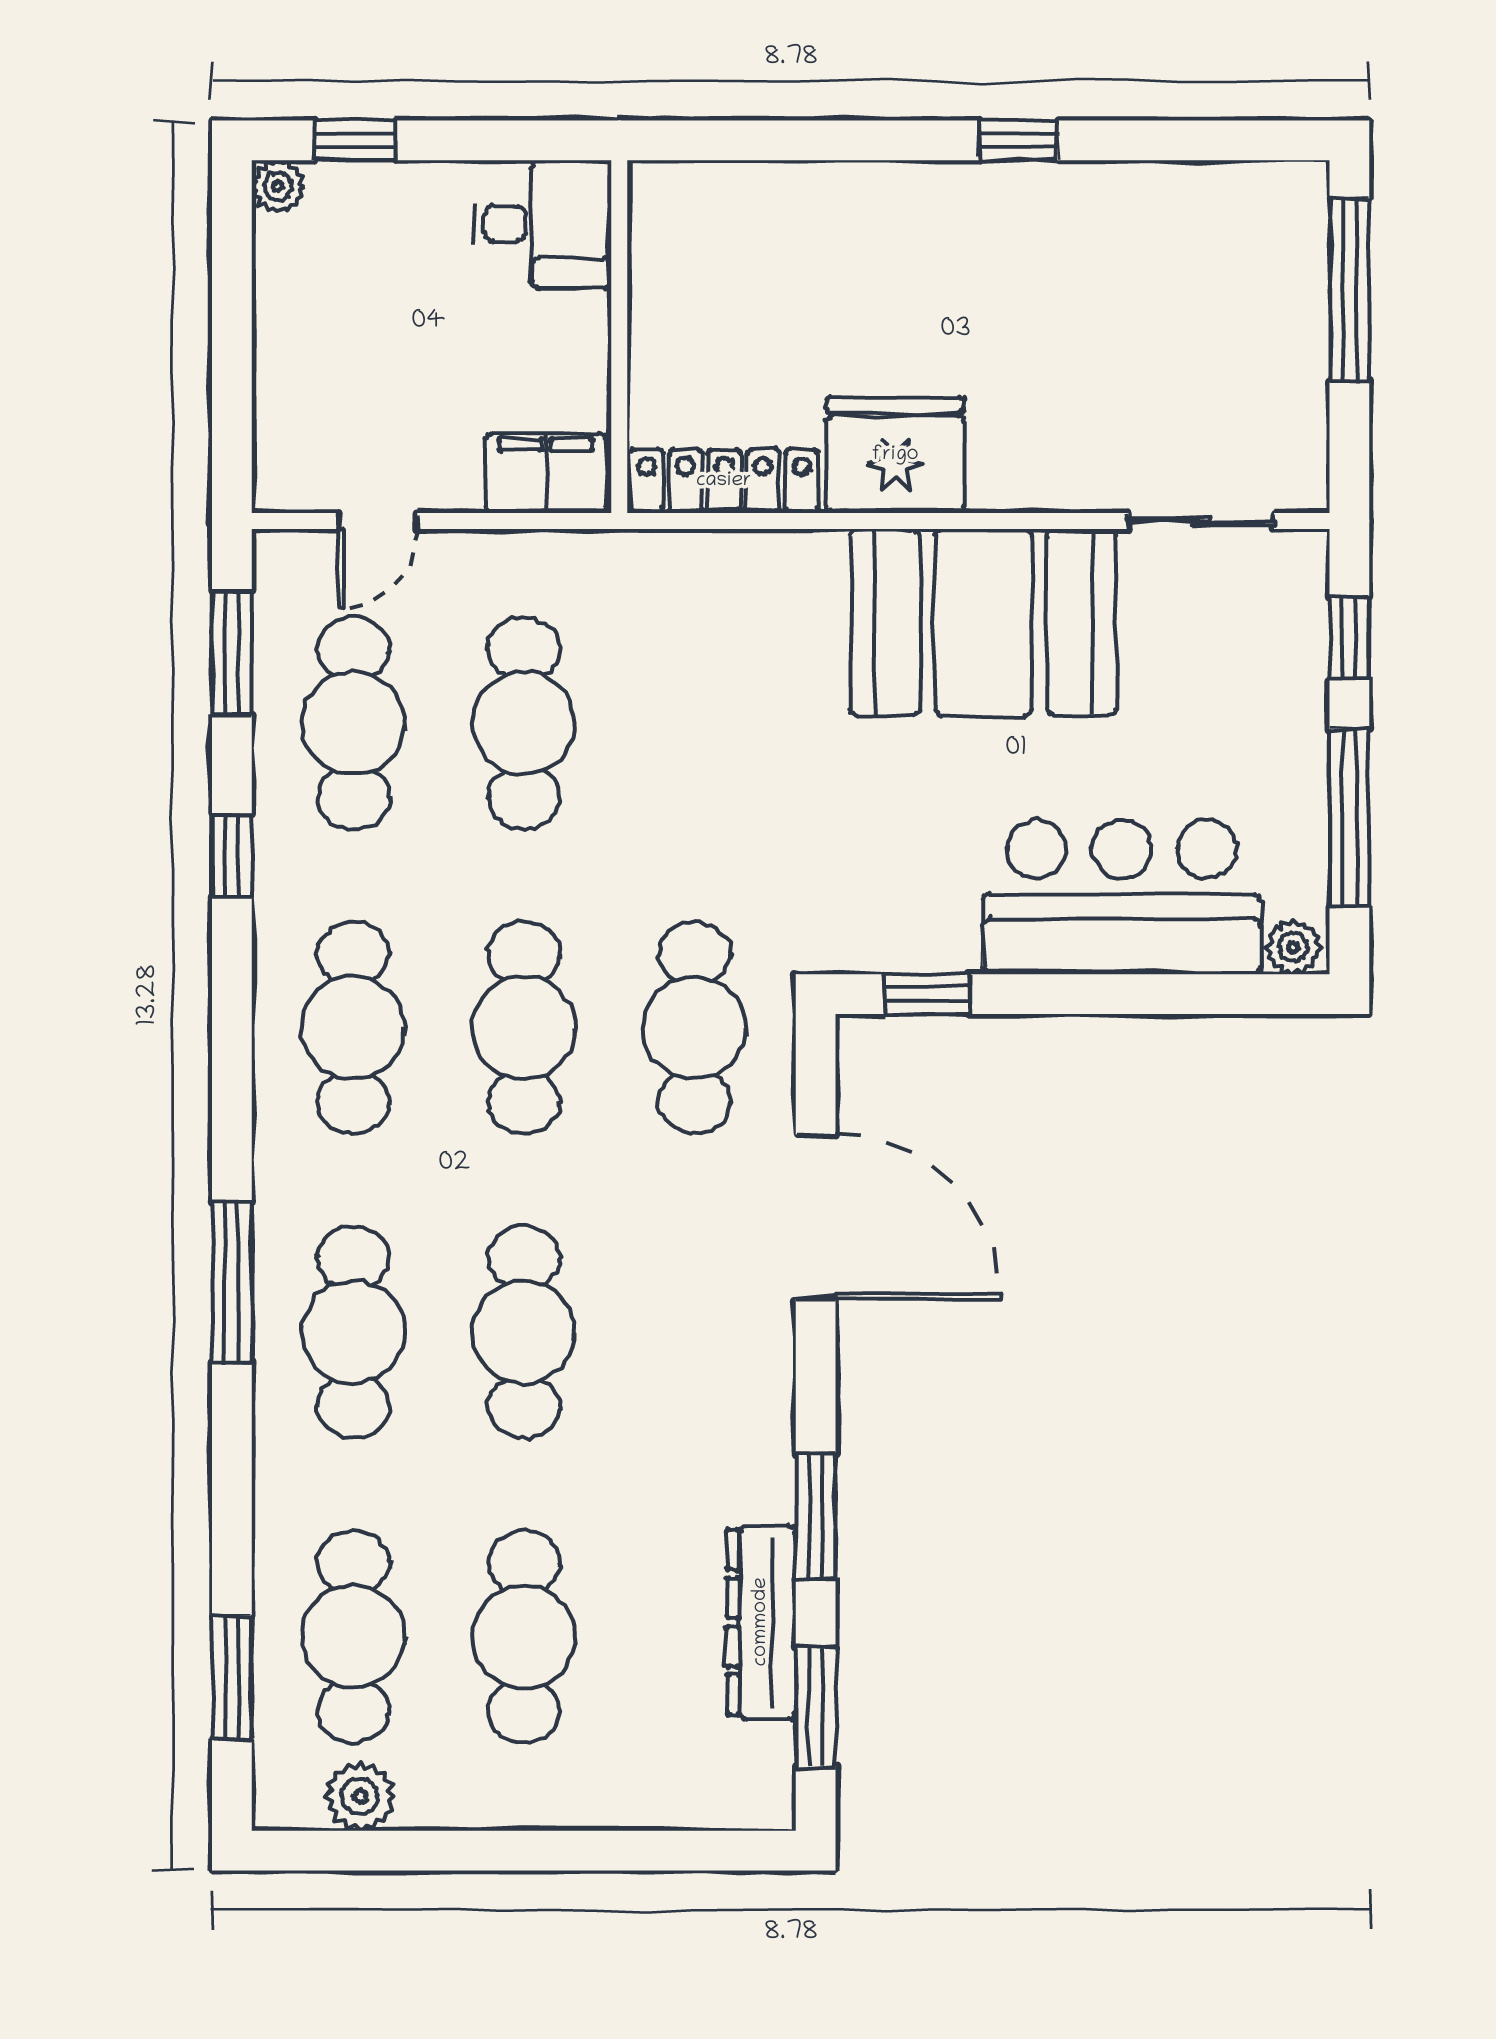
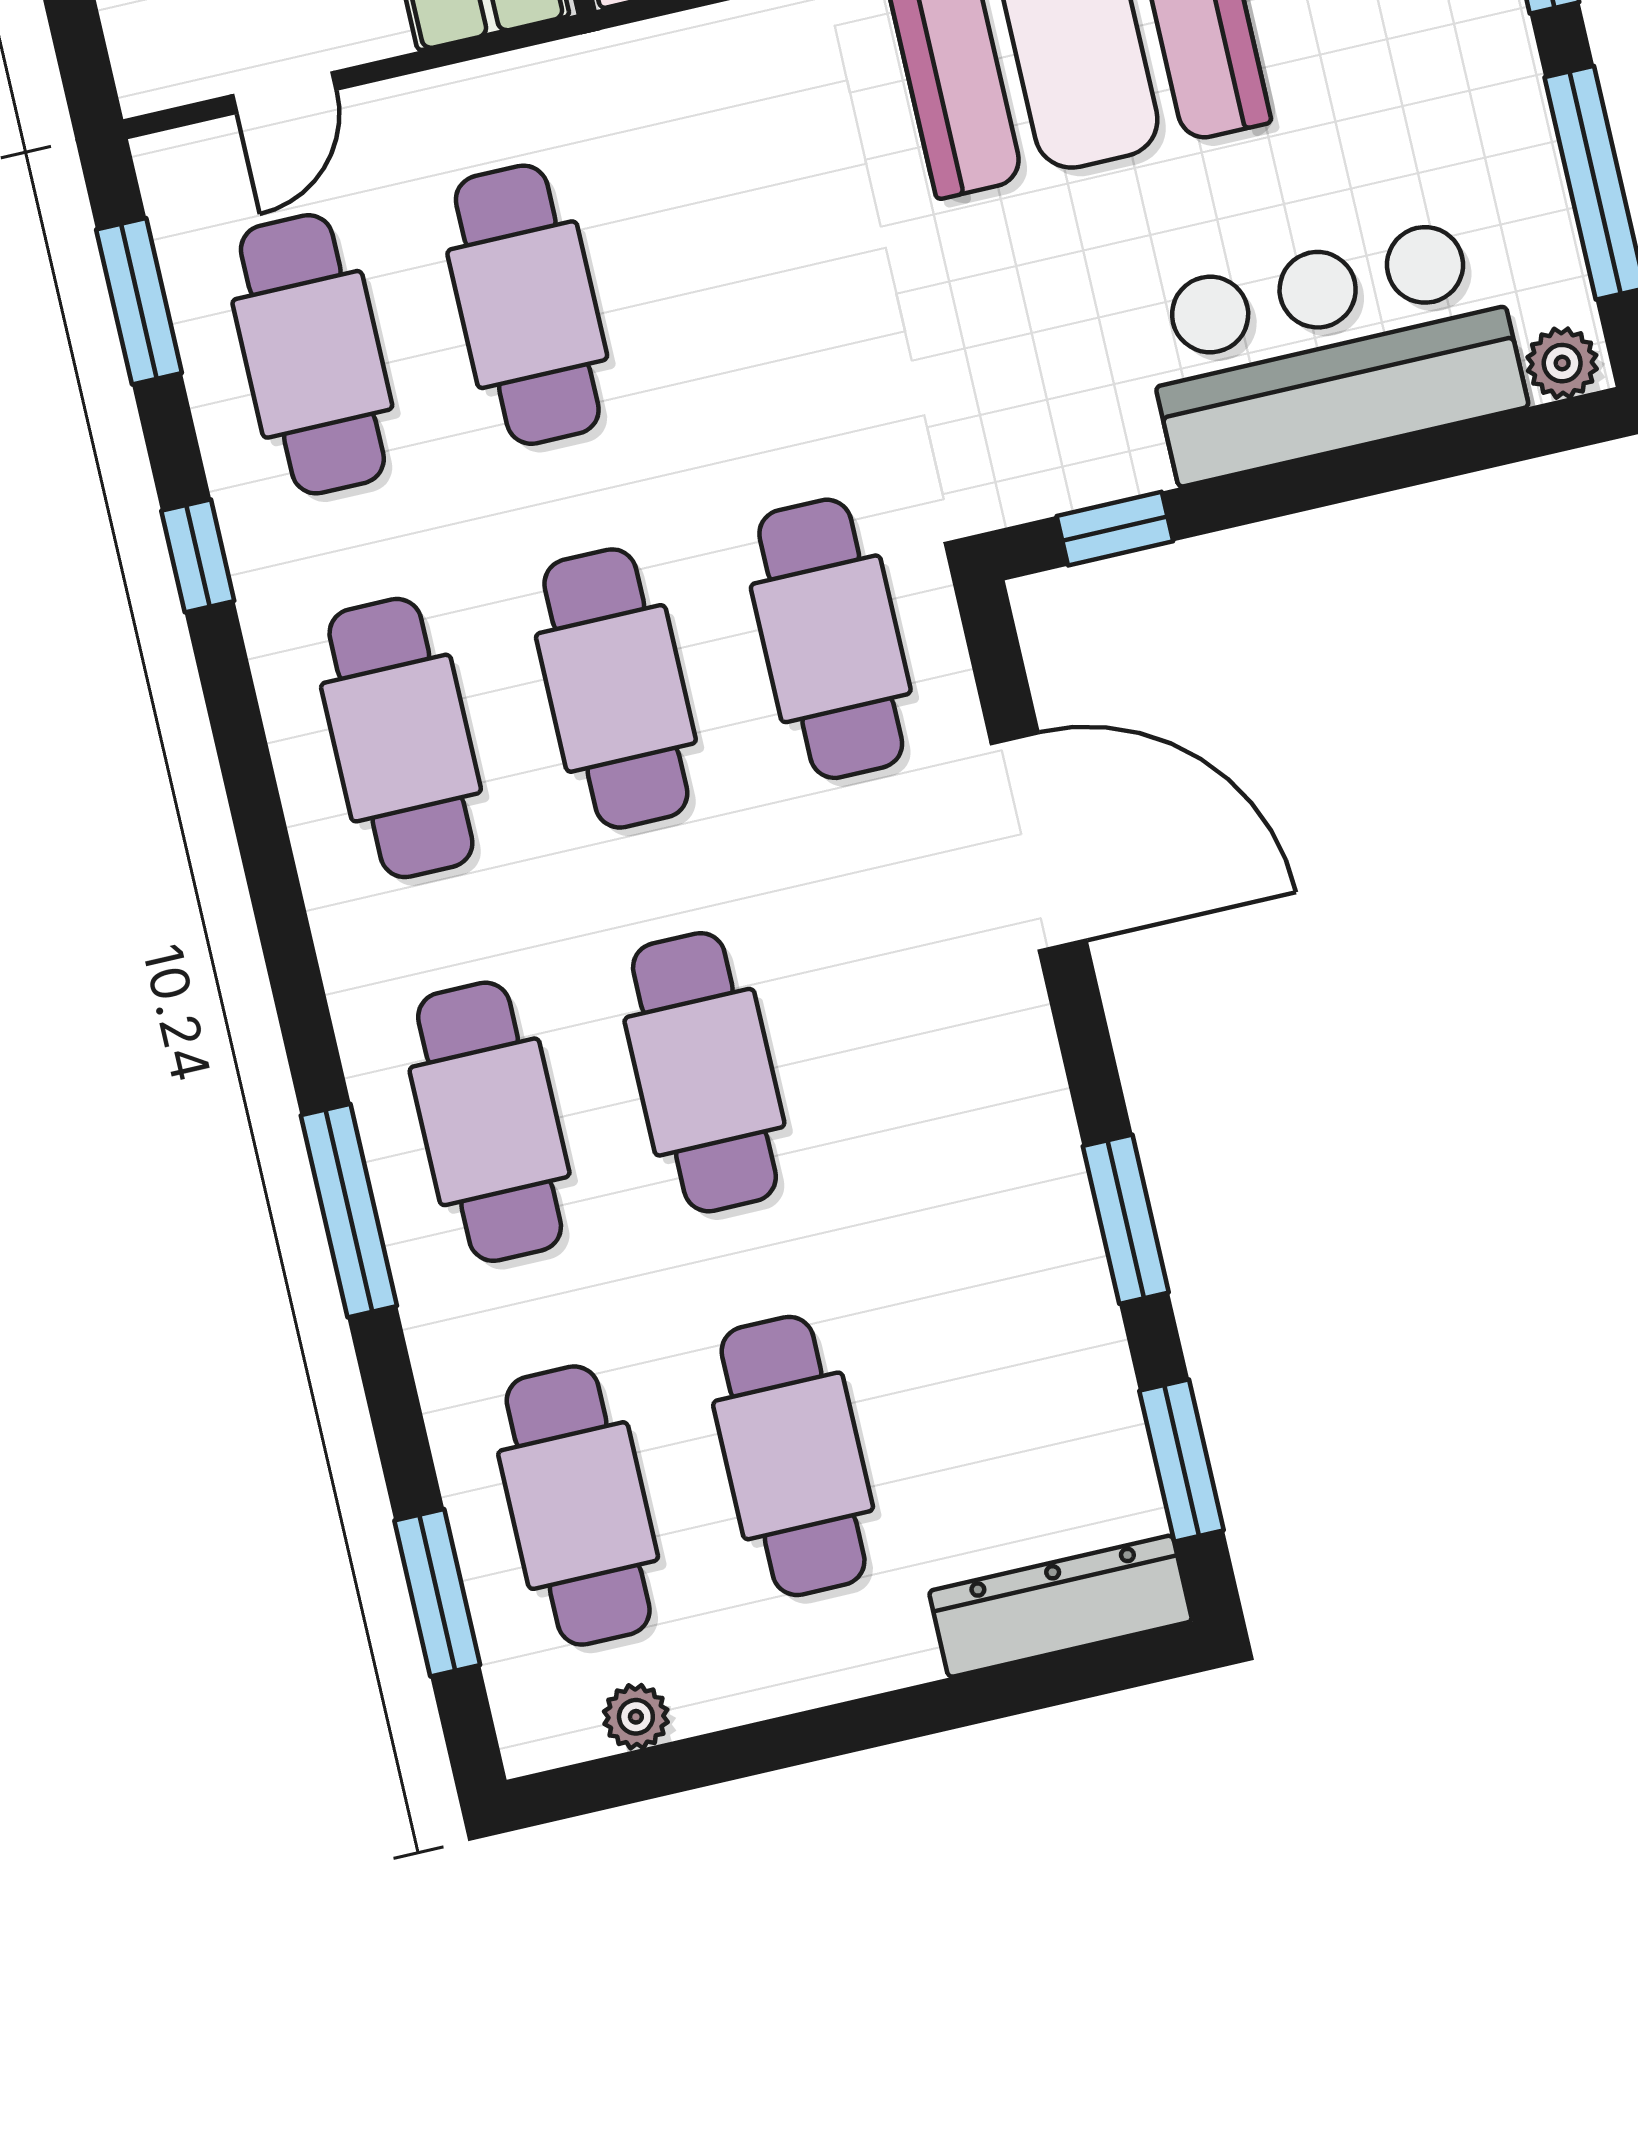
window: (232, 1282) -> (349, 1211), moved
dresser: (761, 1622) -> (1061, 1606), moved, turned 90
plant: (360, 1796) -> (636, 1717), width x0.73, depth x0.73

